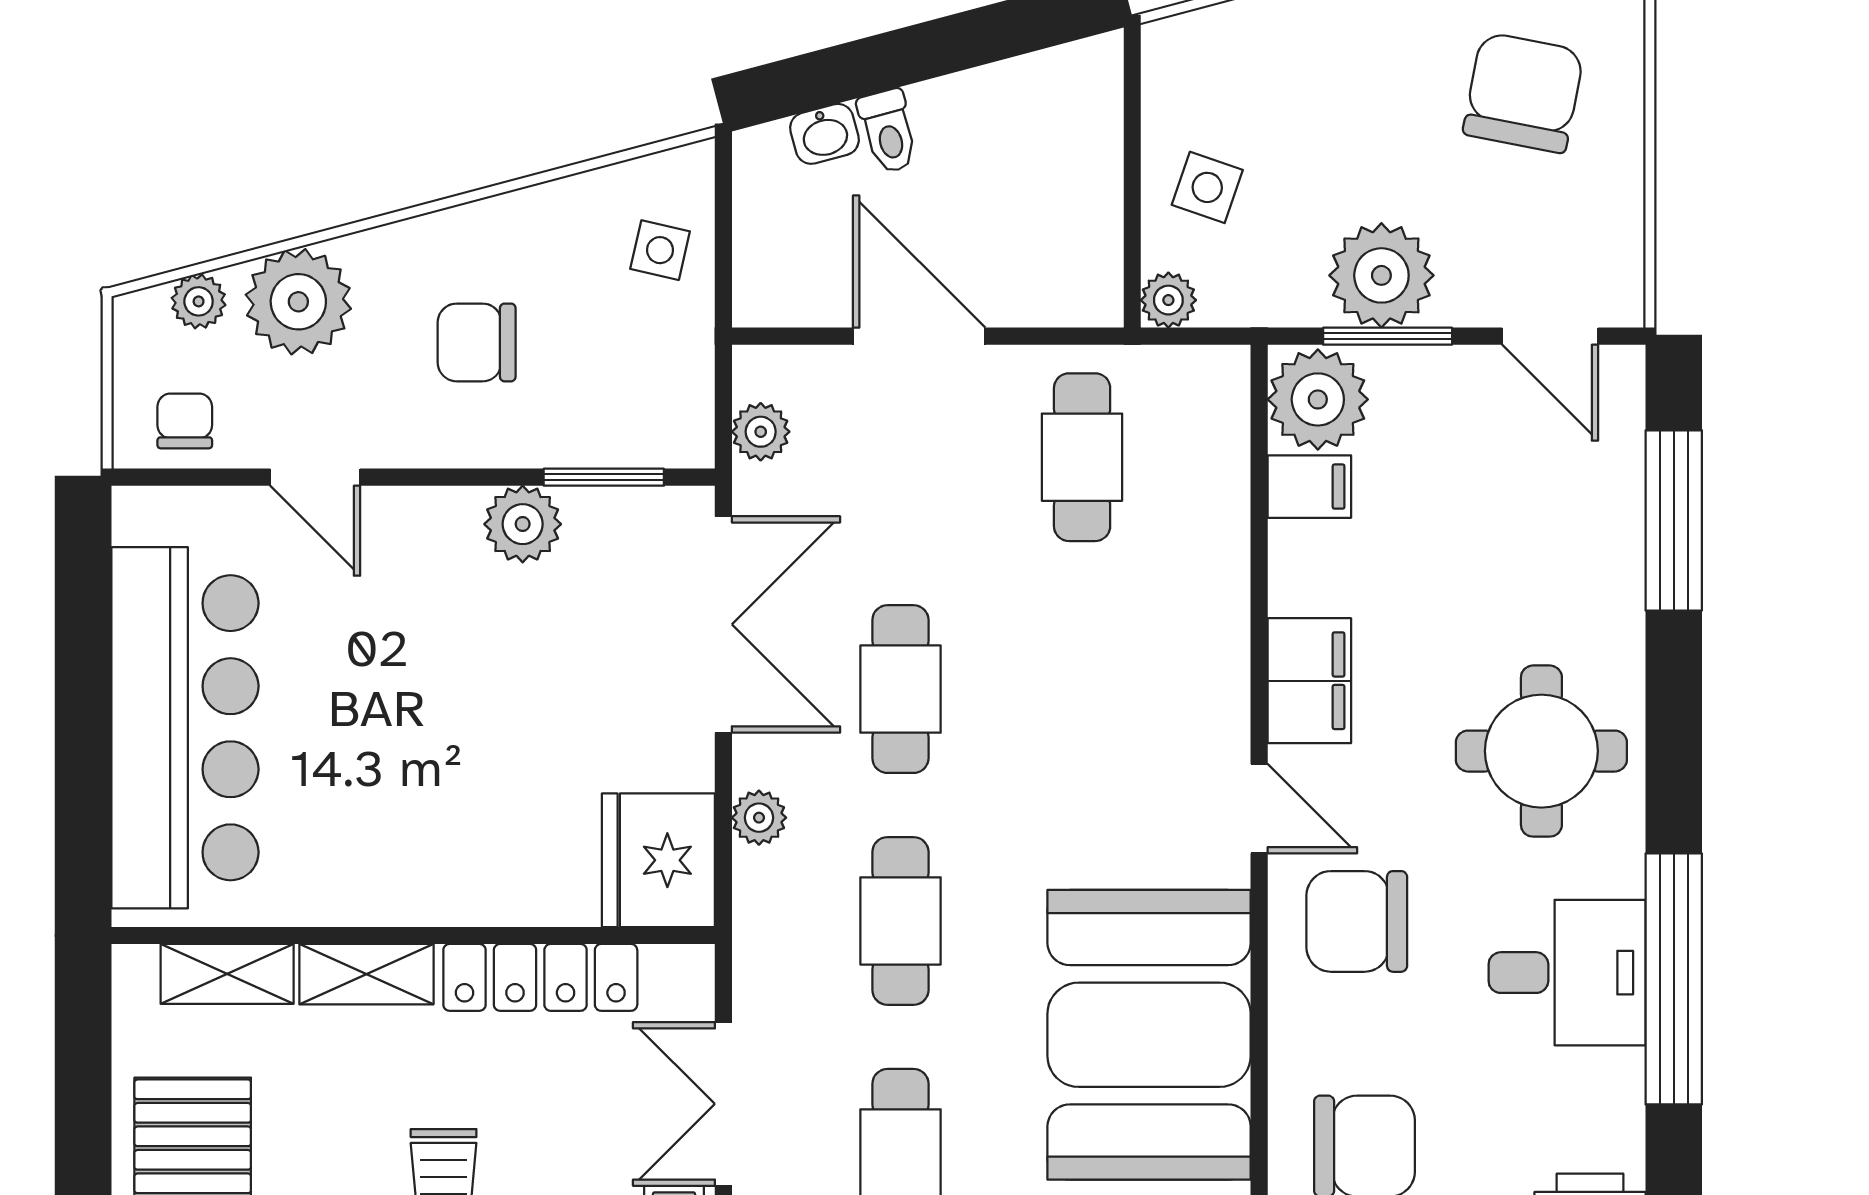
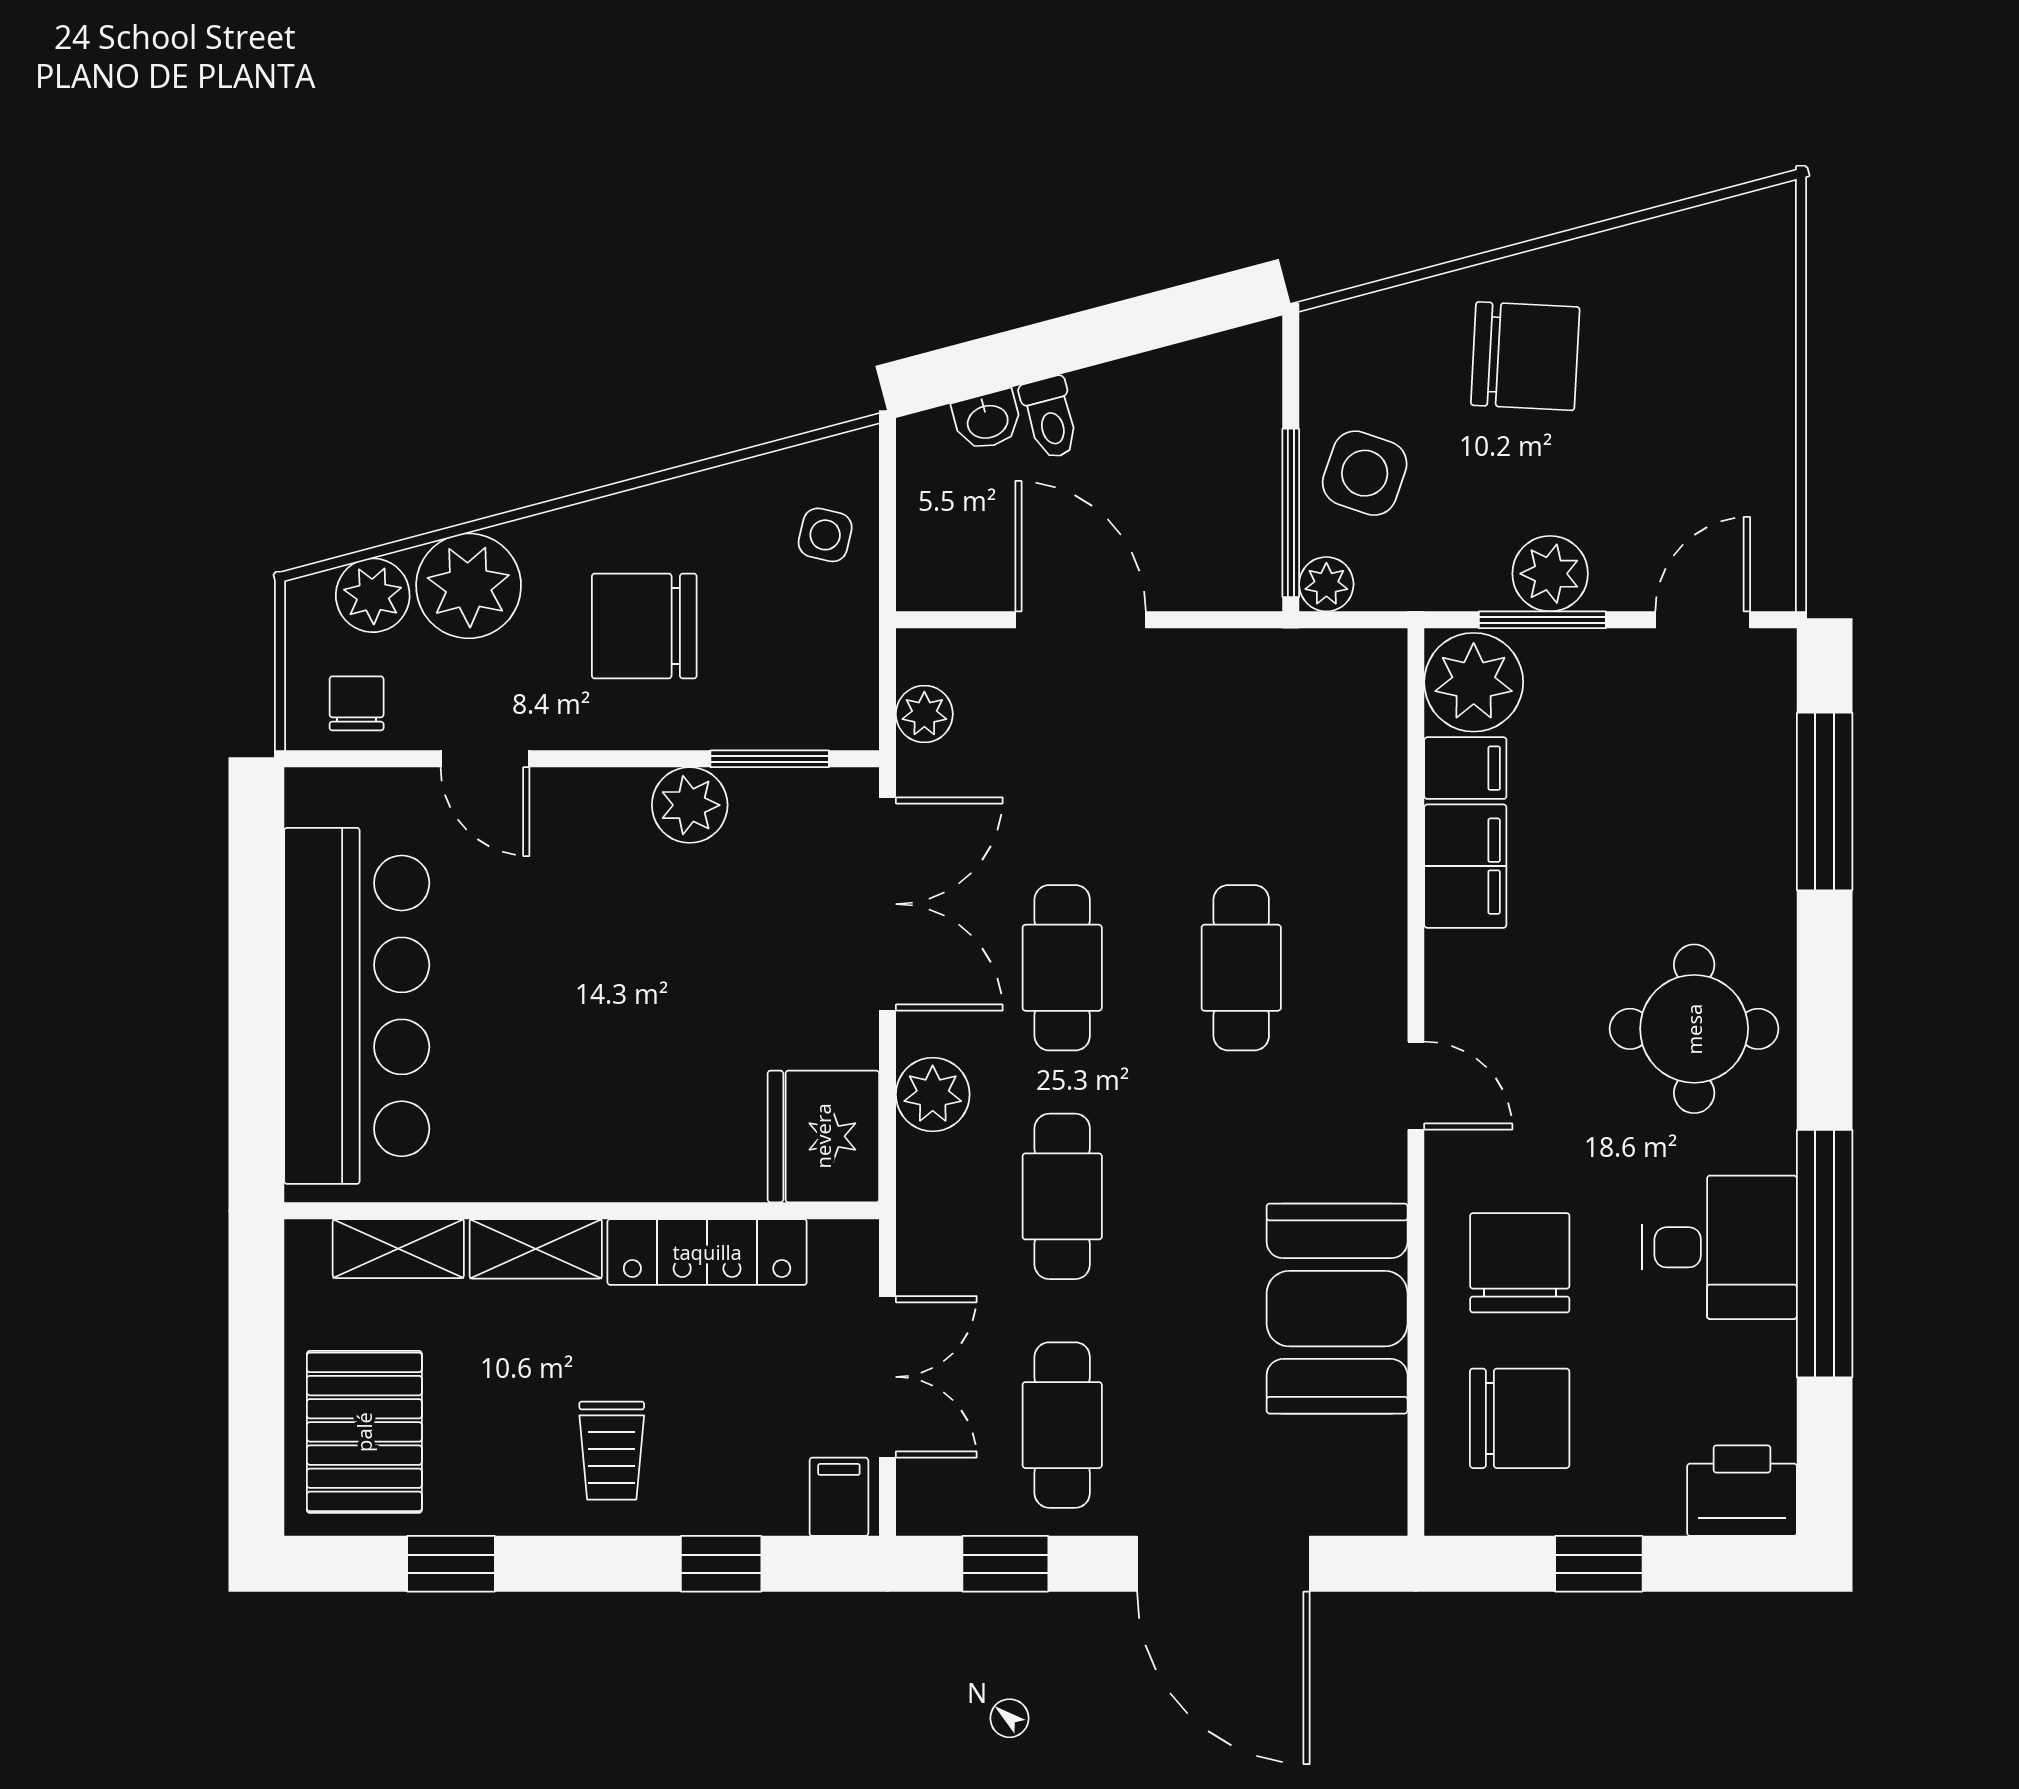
chair: (1523, 93) -> (1525, 356), moved, turned 82
side table: (1207, 187) -> (1365, 473), width x1.37, depth x1.37
window: (1132, 228) -> (1291, 513), added
plant: (1381, 275) -> (1550, 574), width x0.73, depth x0.73
plant: (199, 301) -> (373, 595), width x1.38, depth x1.38
door: (1550, 336) -> (1703, 620), swing flipped
chair: (477, 342) -> (644, 626), width x1.37, depth x1.37
cafe table: (1082, 457) -> (1241, 968), moved
filing cabinet: (1309, 681) -> (1465, 866), moved
plant: (759, 818) -> (933, 1094), width x1.38, depth x1.38
chair: (1357, 921) -> (1520, 1263), moved, turned 90
booth: (1149, 1035) -> (1337, 1309), width x0.73, depth x0.70
double door: (723, 1104) -> (888, 1377), swing flipped

